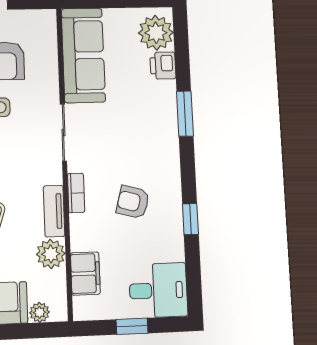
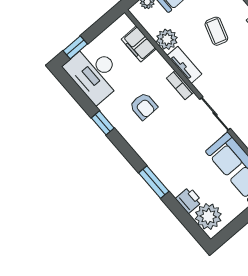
armchair: (133, 202) -> (144, 106), turned 75
desk: (158, 290) -> (94, 73), width x1.37
window: (132, 326) -> (75, 47), moved

